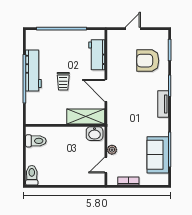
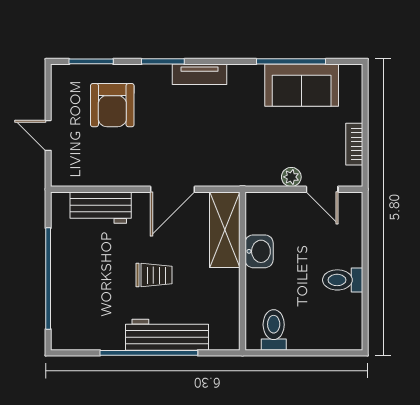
workbench: (33, 70) -> (167, 335), moved
washbasin: (95, 134) -> (259, 251), moved
toilet: (32, 175) -> (343, 280), moved

